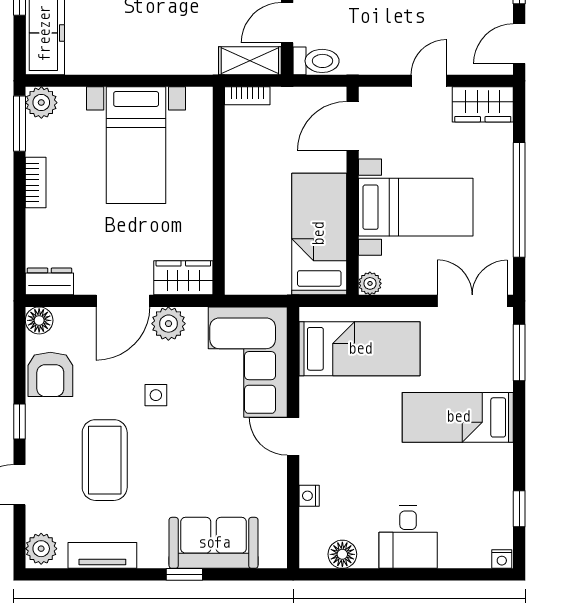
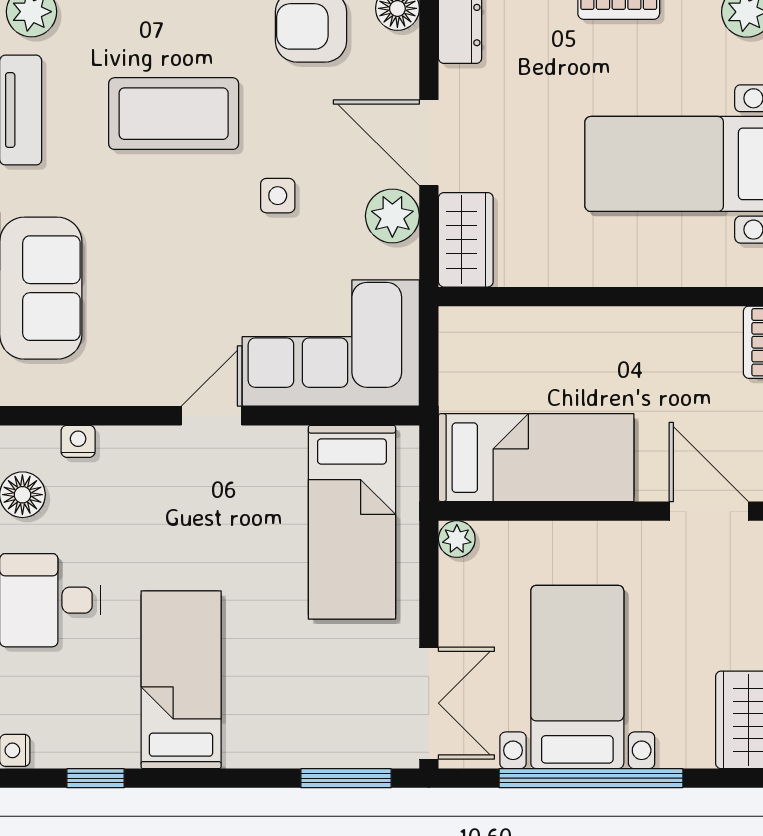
bed with nightstands: (416, 207) -> (577, 677), moved, turned 180
bed: (458, 417) -> (181, 680), moved
nightstand: (309, 496) -> (78, 441), moved

